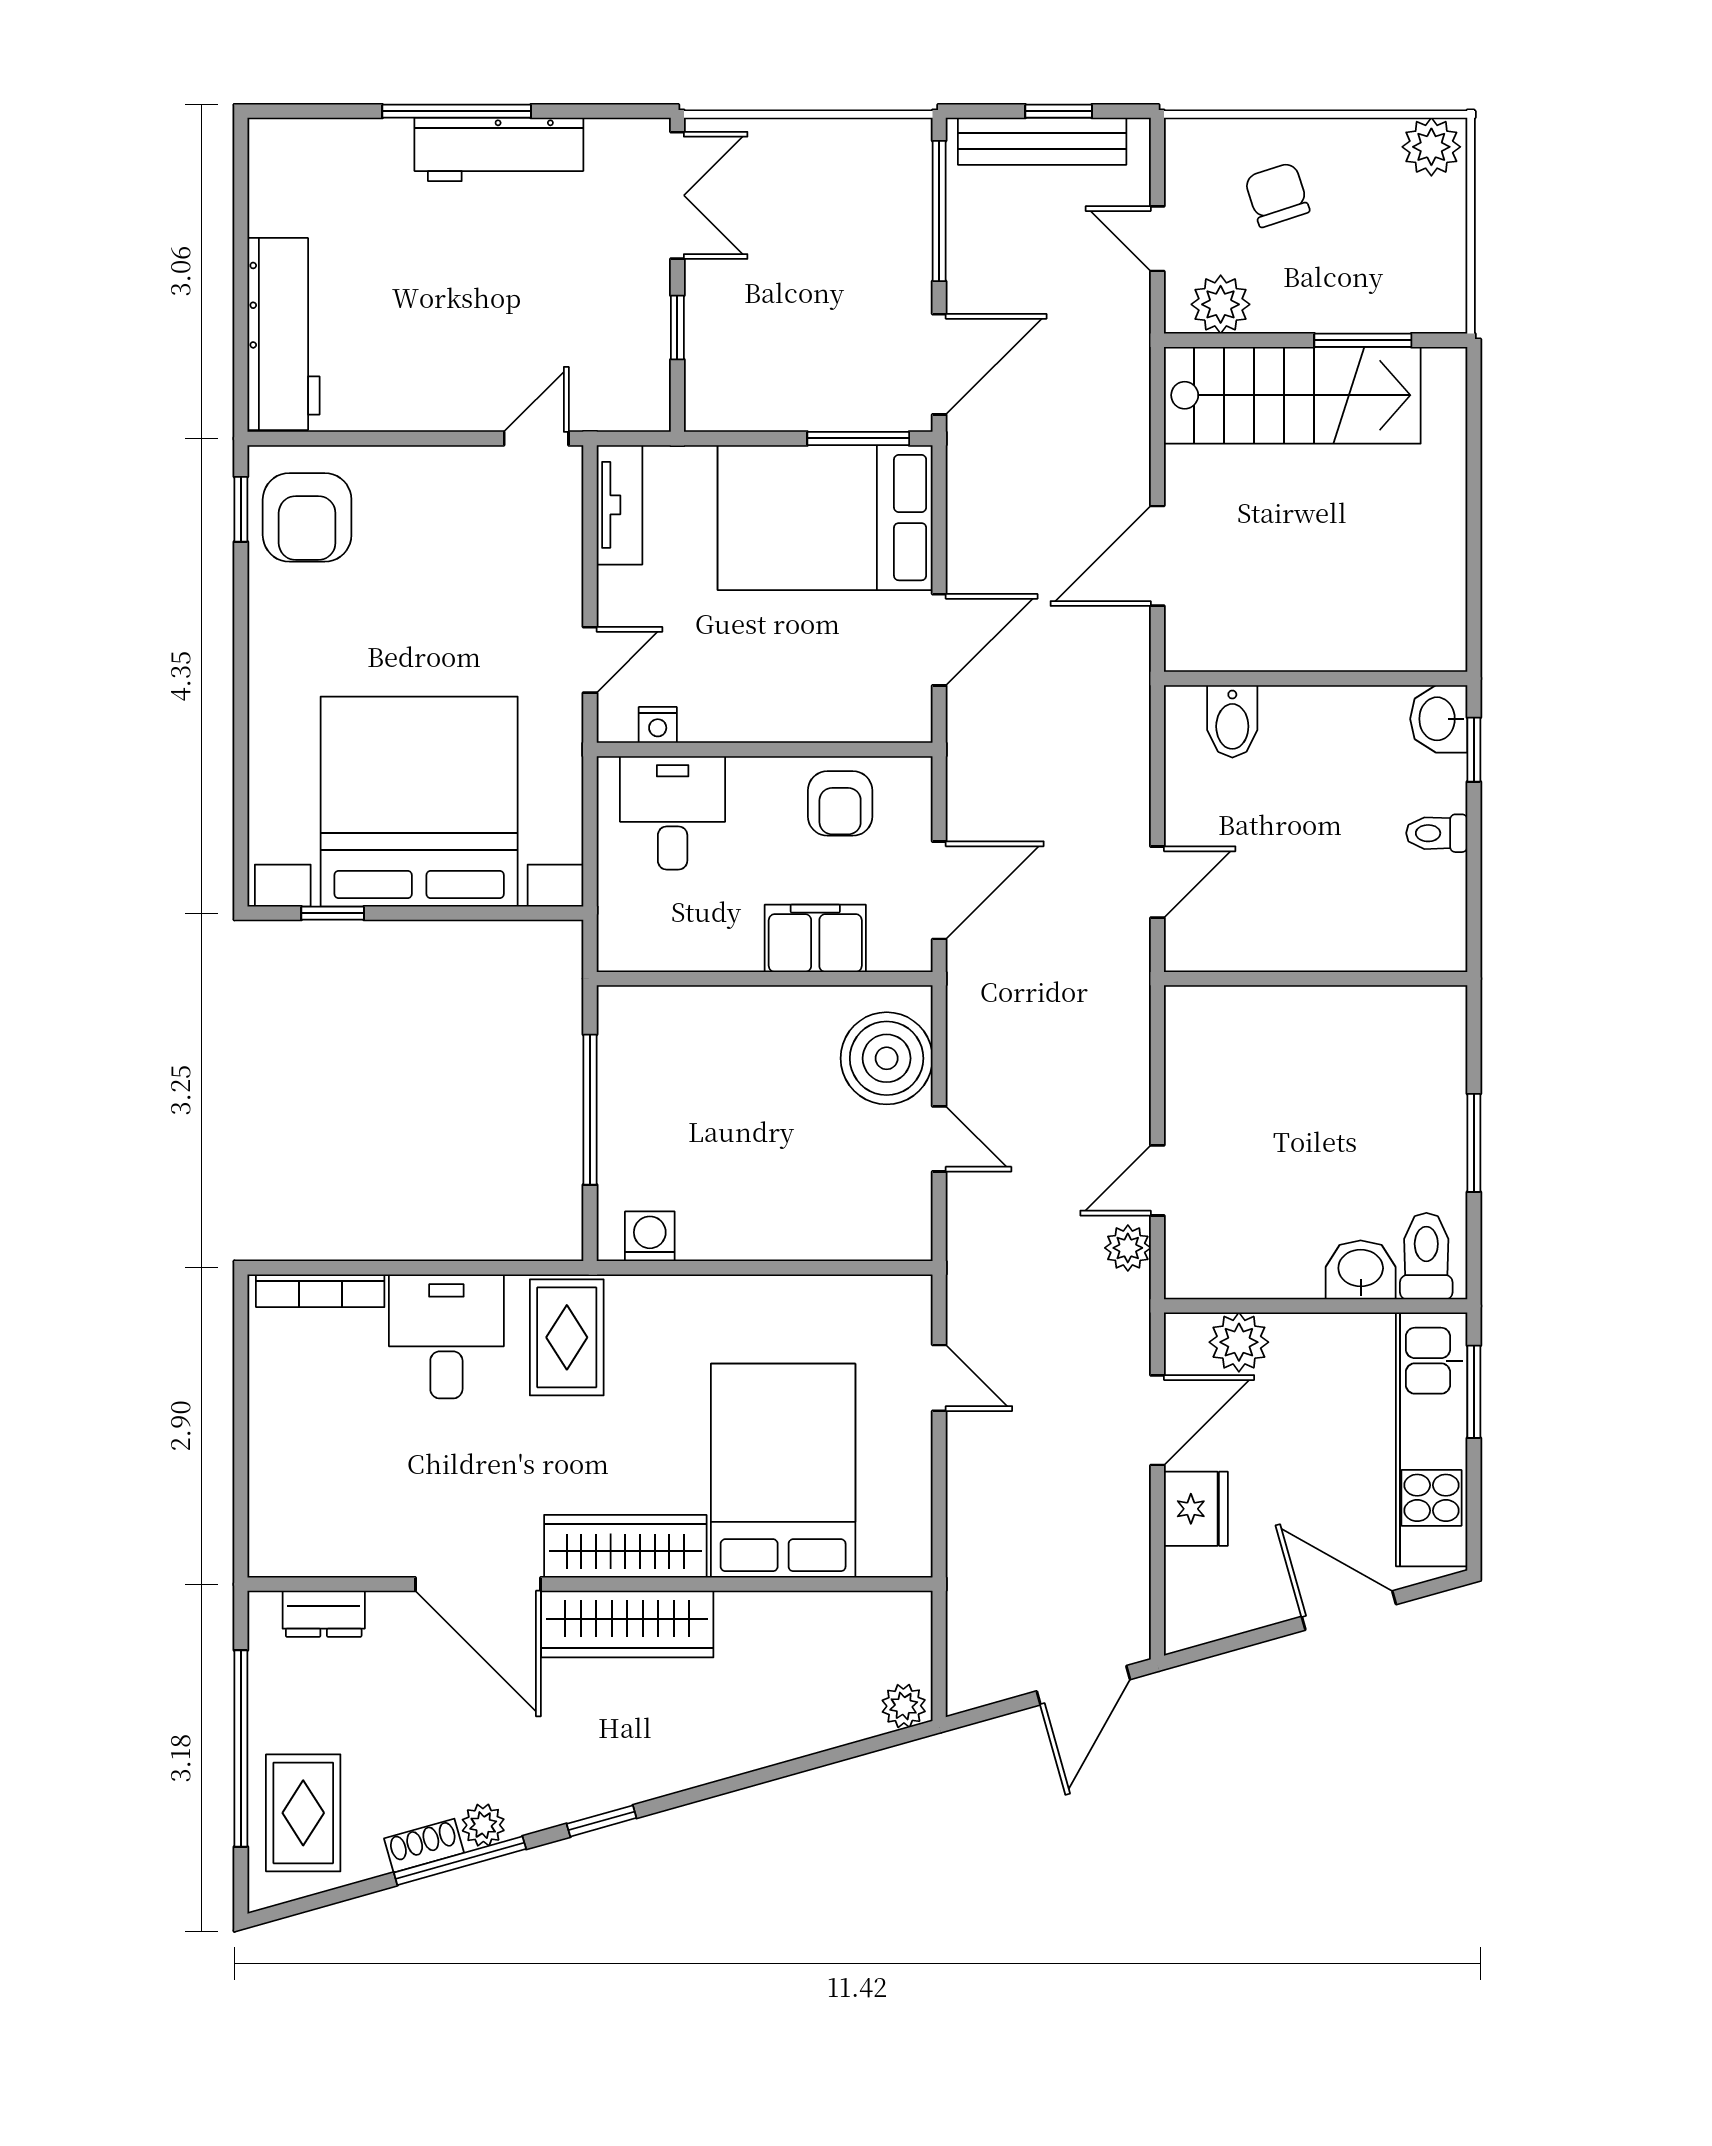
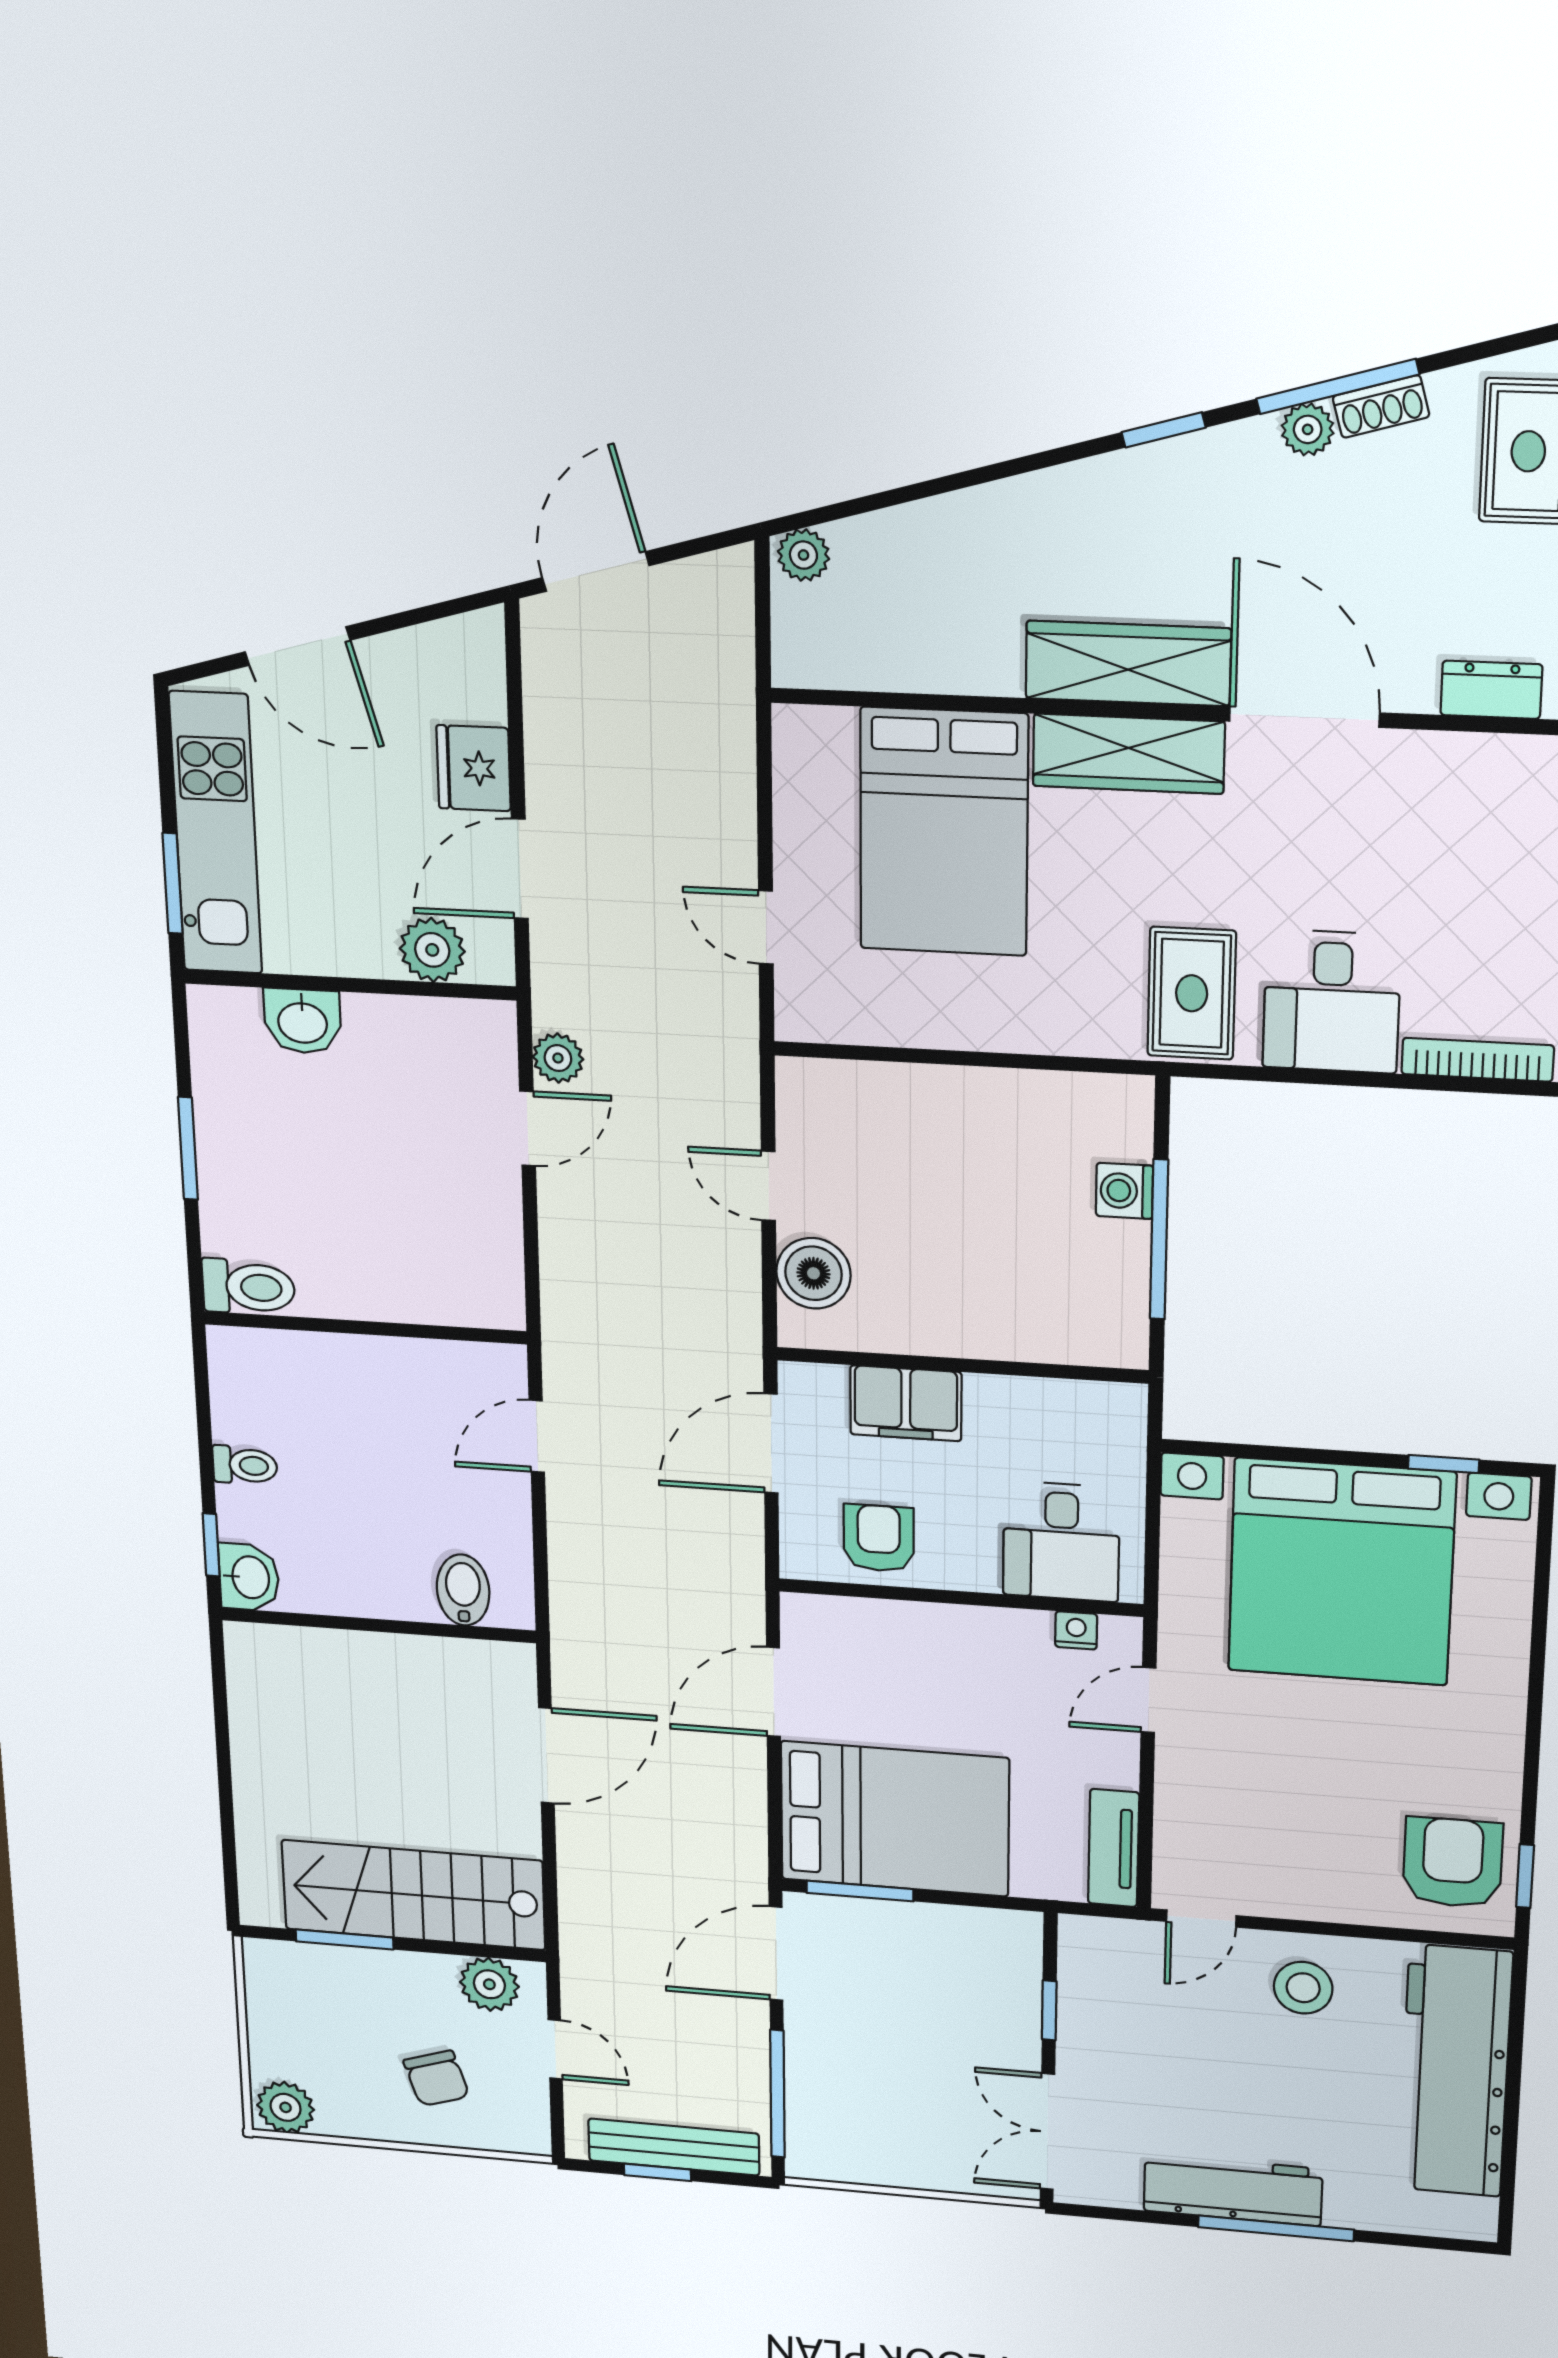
workbench: (284, 334) -> (1455, 2071), width x1.36, depth x1.32
stool: (439, 374) -> (1303, 1988), added
boiler: (887, 1058) -> (813, 1273), width x0.73, depth x0.73
washing machine: (650, 1236) -> (1124, 1191), moved, turned 90
toilet: (1426, 1256) -> (248, 1287), moved, turned -90

